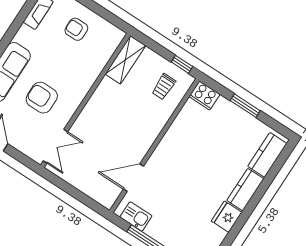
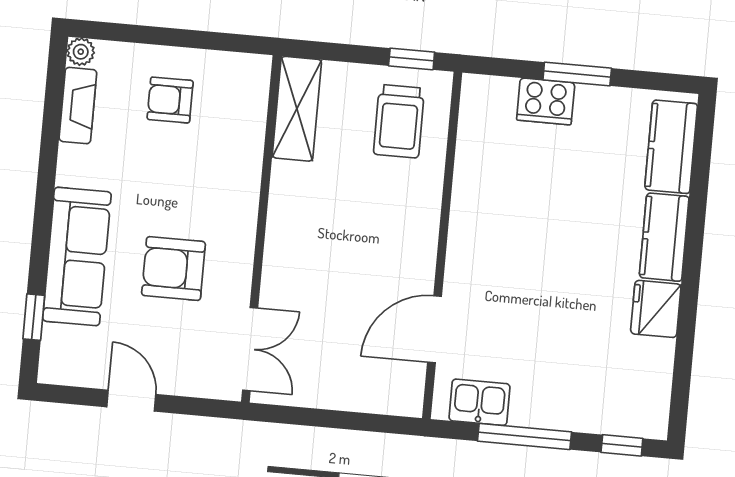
trolley: (164, 87) -> (399, 121), width x1.36, depth x1.39
cooker: (205, 95) -> (546, 101), moved

